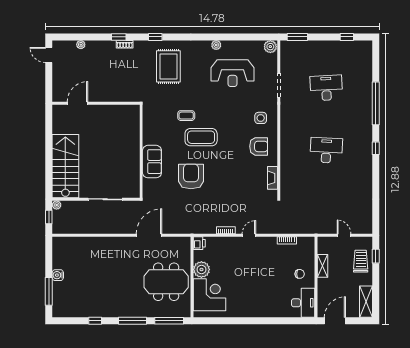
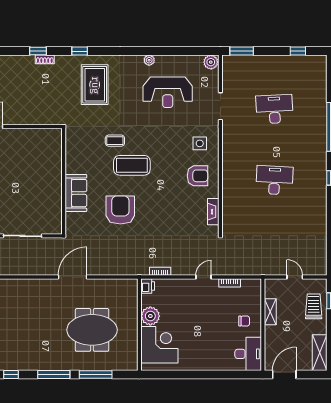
door: (249, 235) -> (204, 277), moved
printer: (199, 243) -> (148, 286), moved
plant: (201, 270) -> (150, 316), moved
wall: (192, 277) -> (139, 325), moved
corner desk: (209, 295) -> (159, 345), moved

